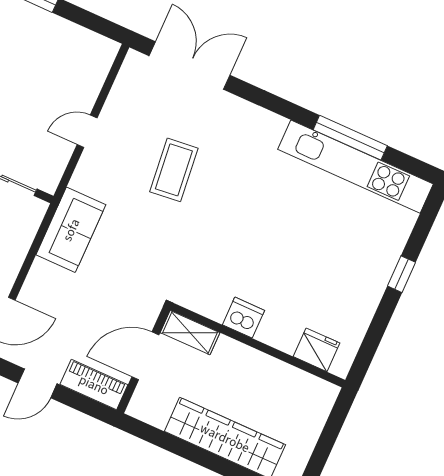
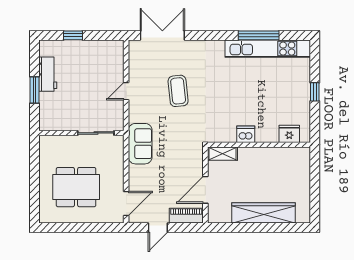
dishwasher: (243, 318) -> (246, 134), moved
shelving: (190, 333) -> (222, 154), moved
wall: (258, 345) -> (259, 145), moved
fridge: (316, 350) -> (289, 134), moved

